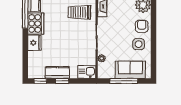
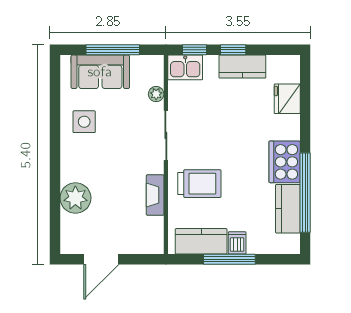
armchair: (142, 26) -> (78, 156), removed
fridge: (34, 43) -> (287, 99), moved
window: (40, 81) -> (194, 50), moved

